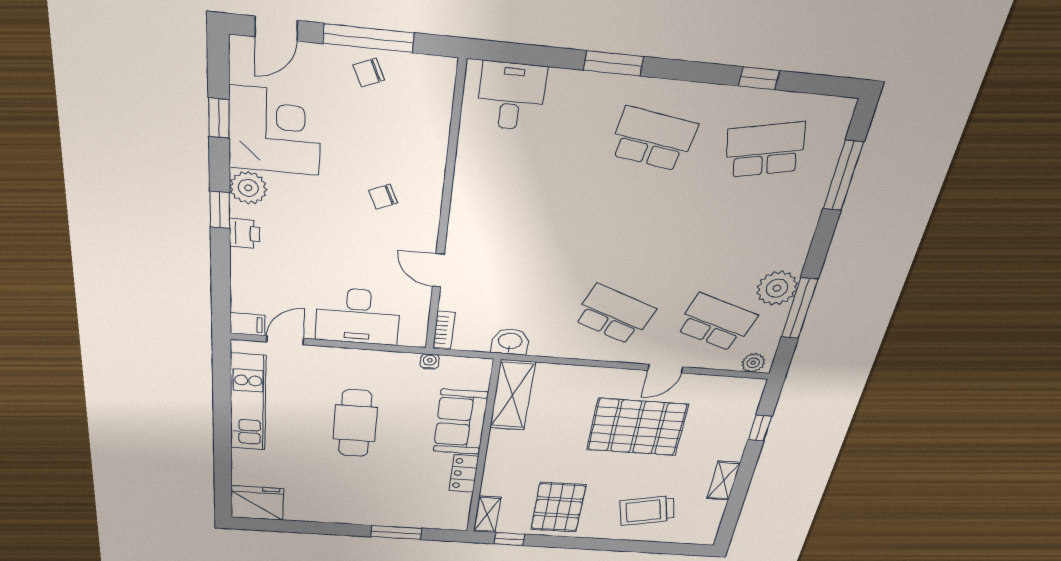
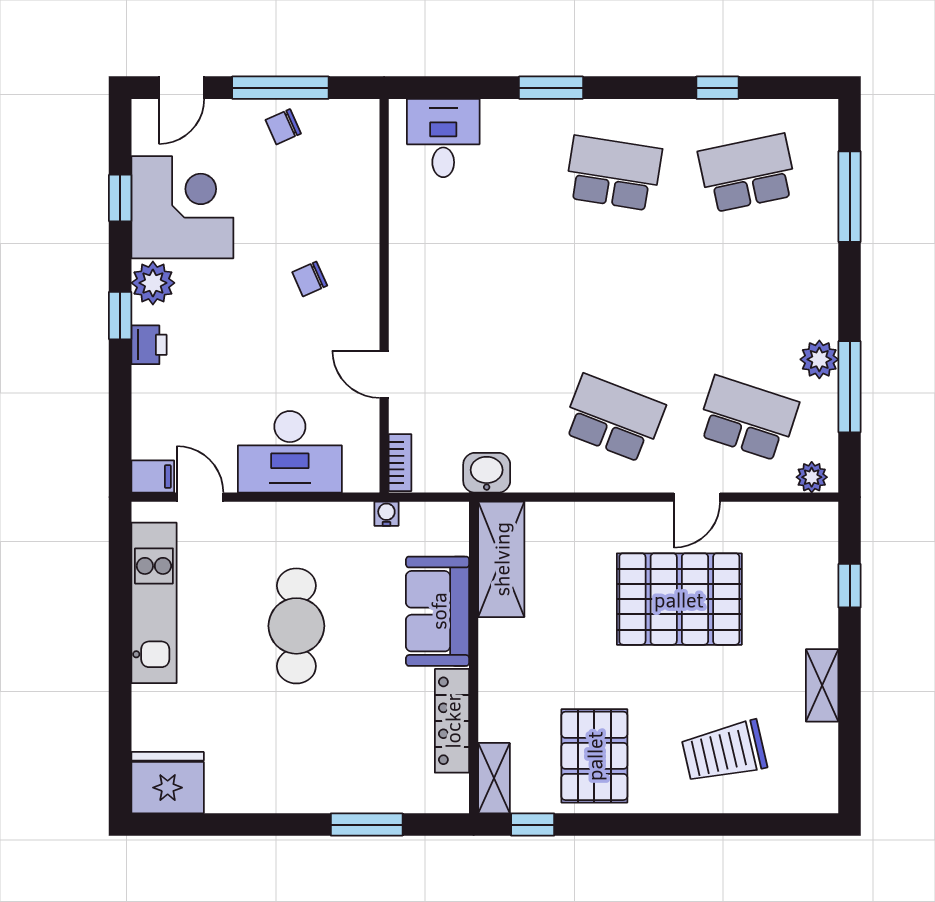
plant: (777, 288) -> (819, 359), width x0.73, depth x0.73
door: (285, 340) -> (200, 497), hinge flipped
locker: (464, 473) -> (452, 721), width x1.53

